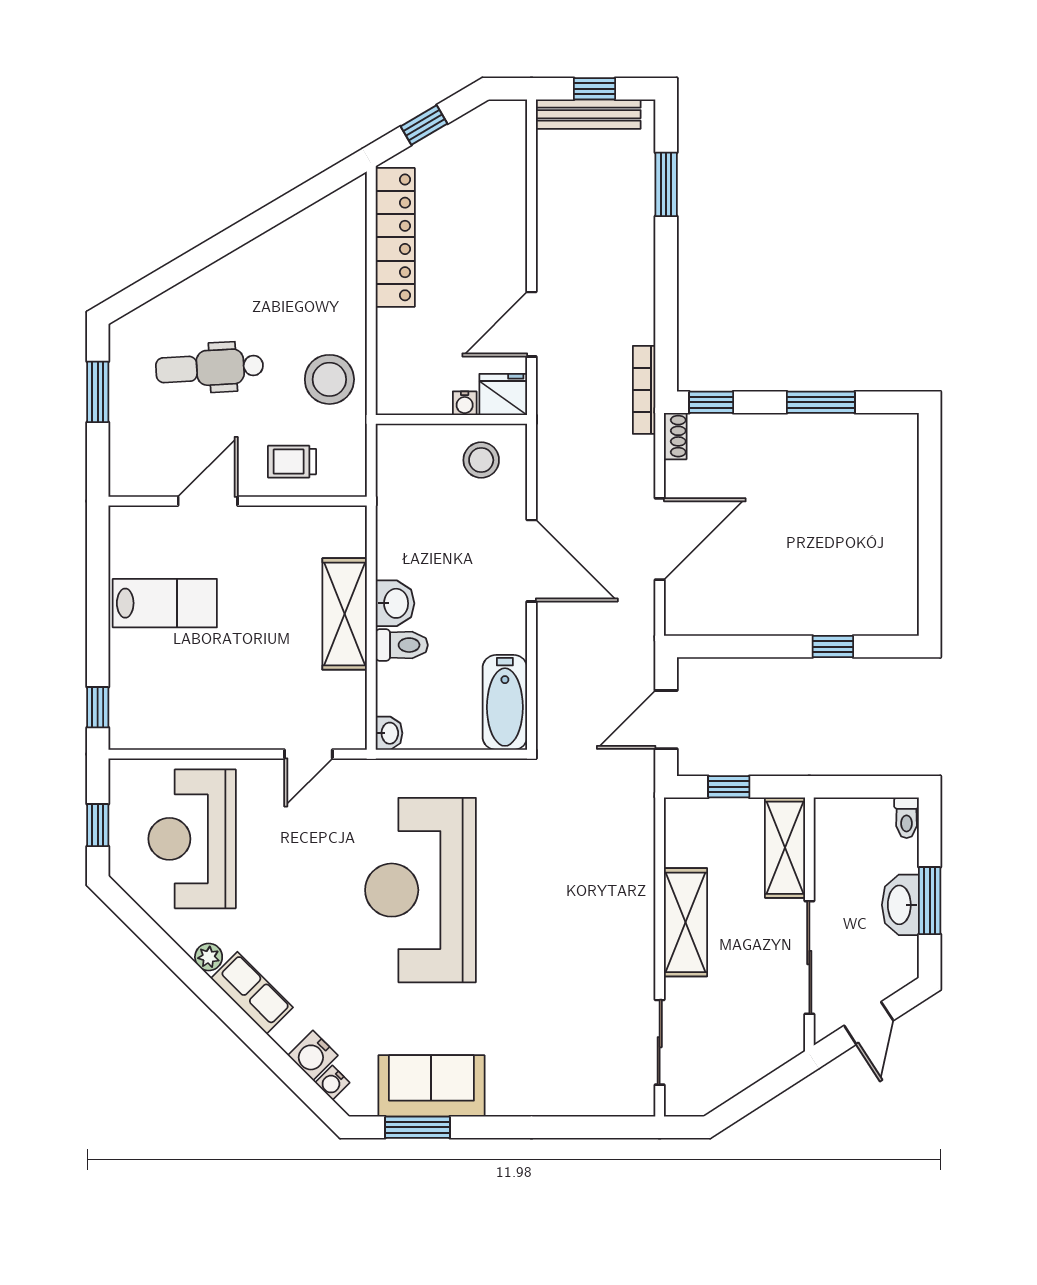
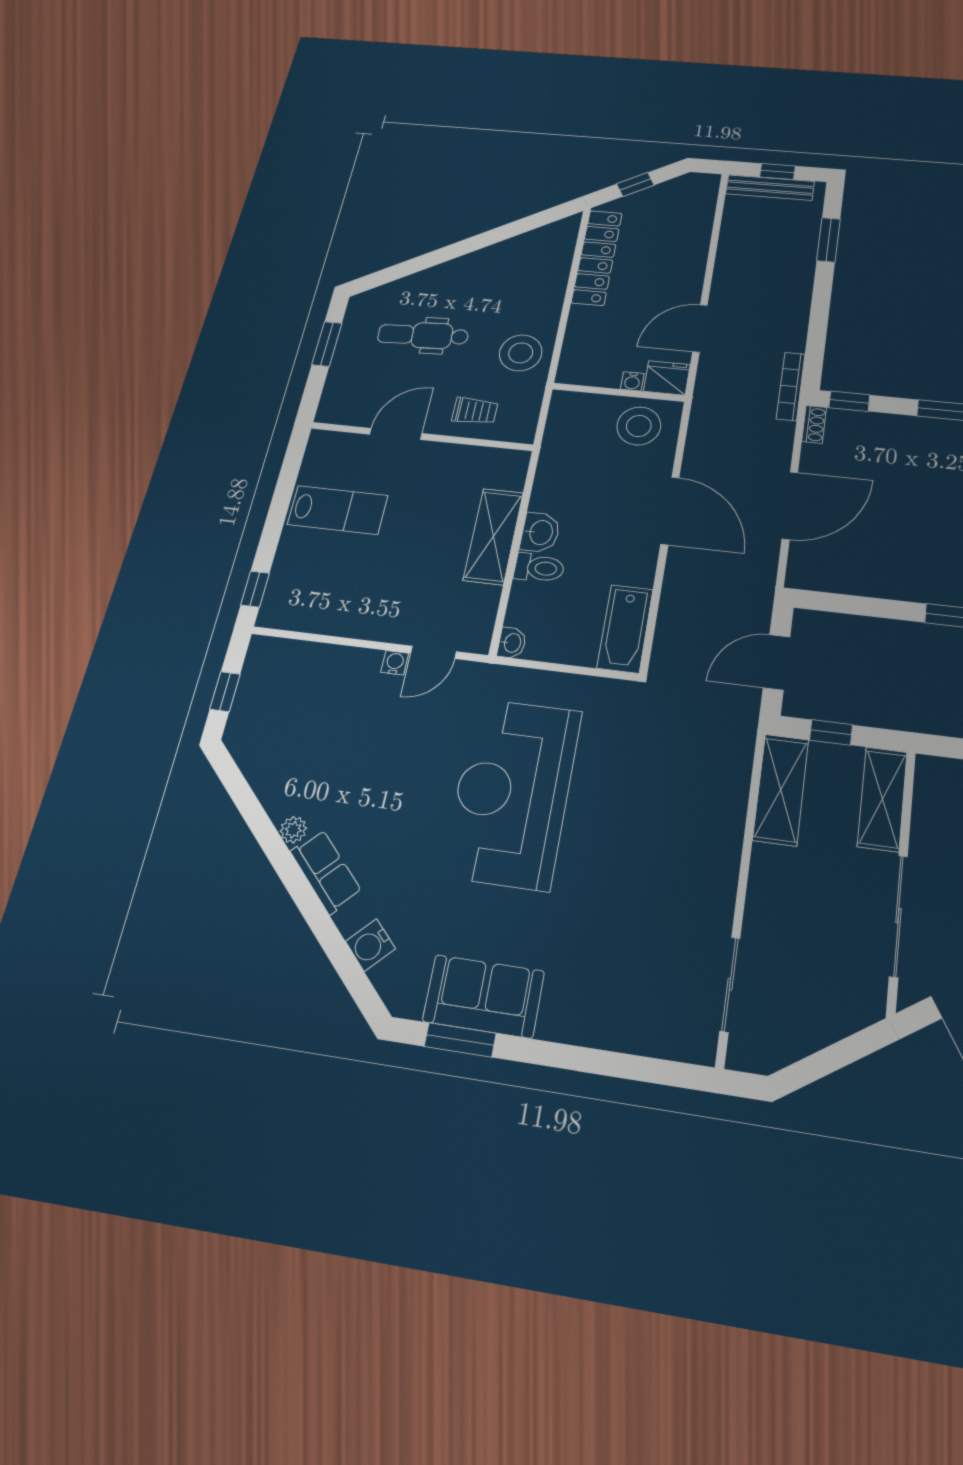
stool: (481, 460) -> (639, 426), width x1.38, depth x1.38
trolley: (292, 462) -> (475, 411), turned 180
reception desk: (192, 839) -> (307, 715), removed
shelving: (686, 922) -> (781, 790), moved
water cooler: (332, 1083) -> (395, 663), moved, turned 135

